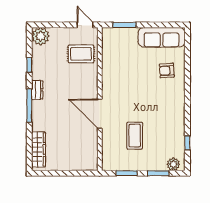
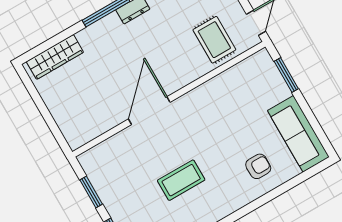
armchair: (167, 71) -> (258, 166), turned 94
coffee table: (135, 136) -> (181, 180), moved

